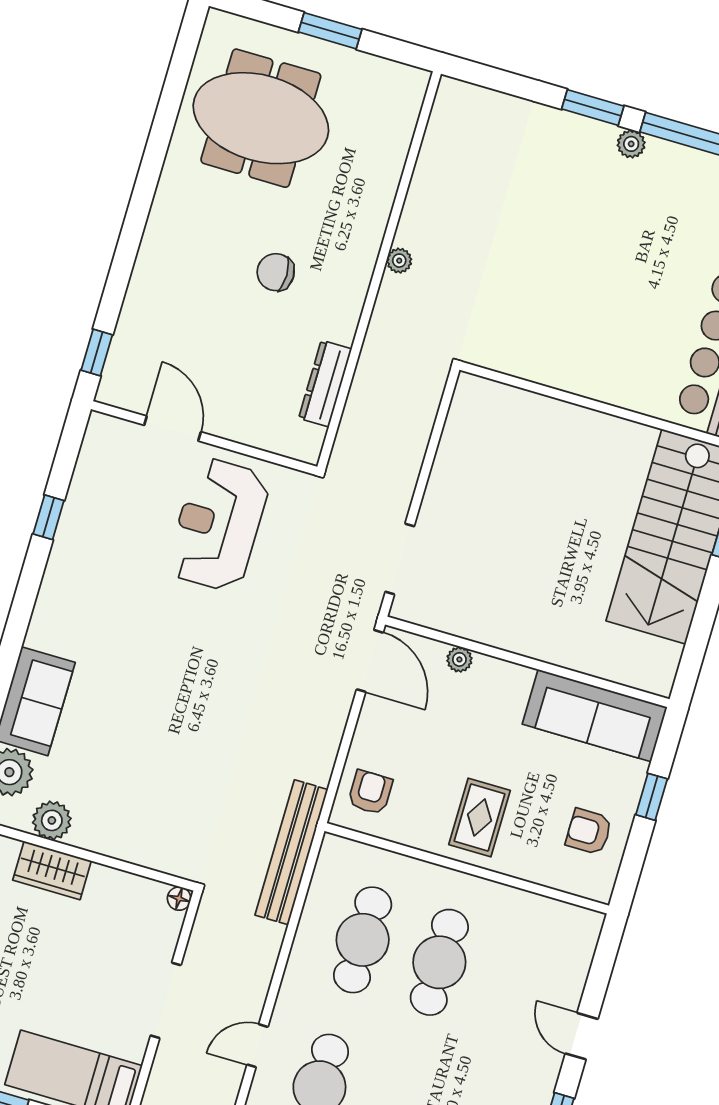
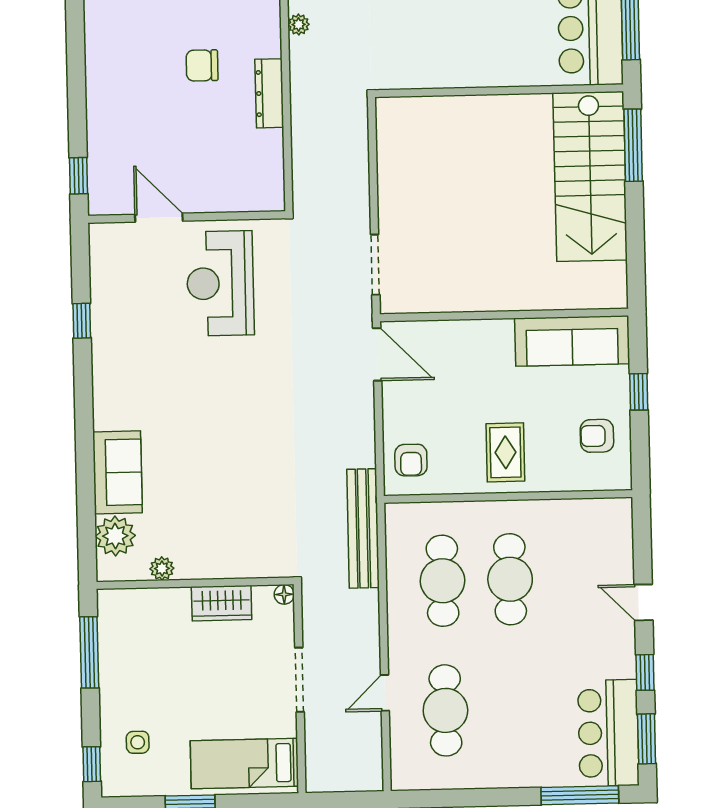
dresser: (325, 384) -> (269, 93), moved
plant: (459, 659) -> (449, 330), removed
armchair: (370, 792) -> (411, 460), turned 180
plant: (52, 820) -> (162, 568), width x0.73, depth x0.73
wardrobe: (52, 870) -> (222, 603), moved

